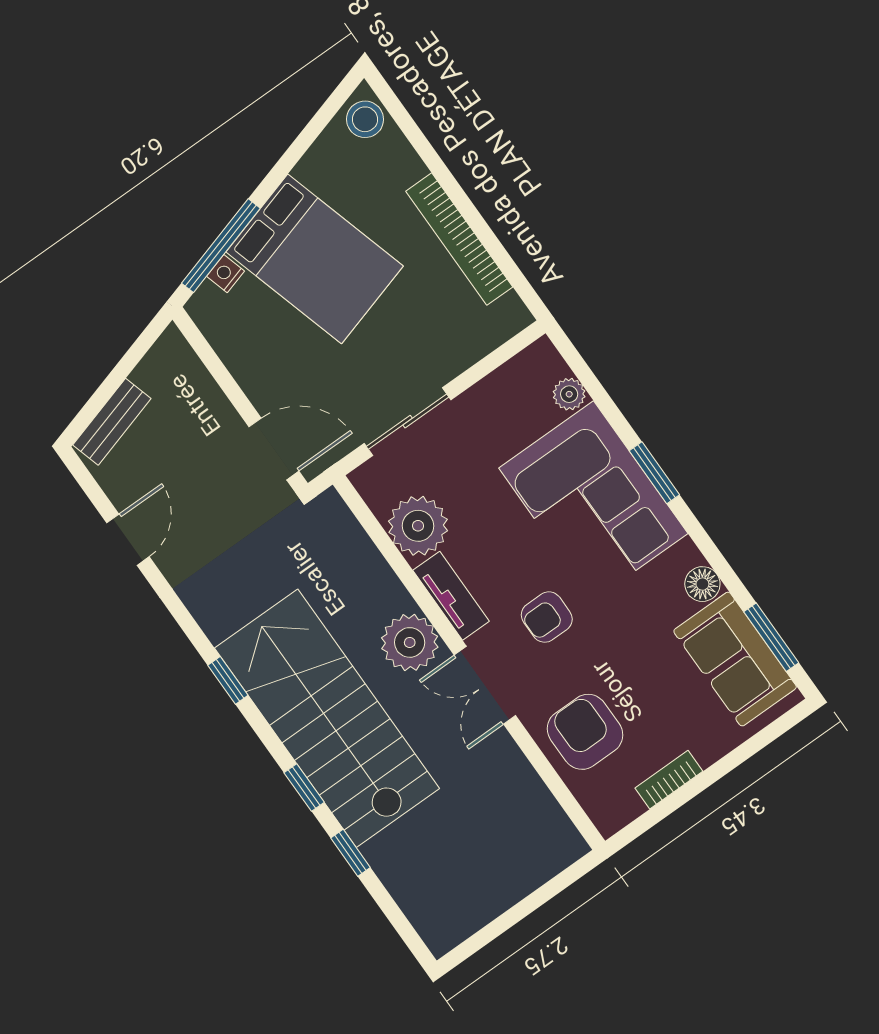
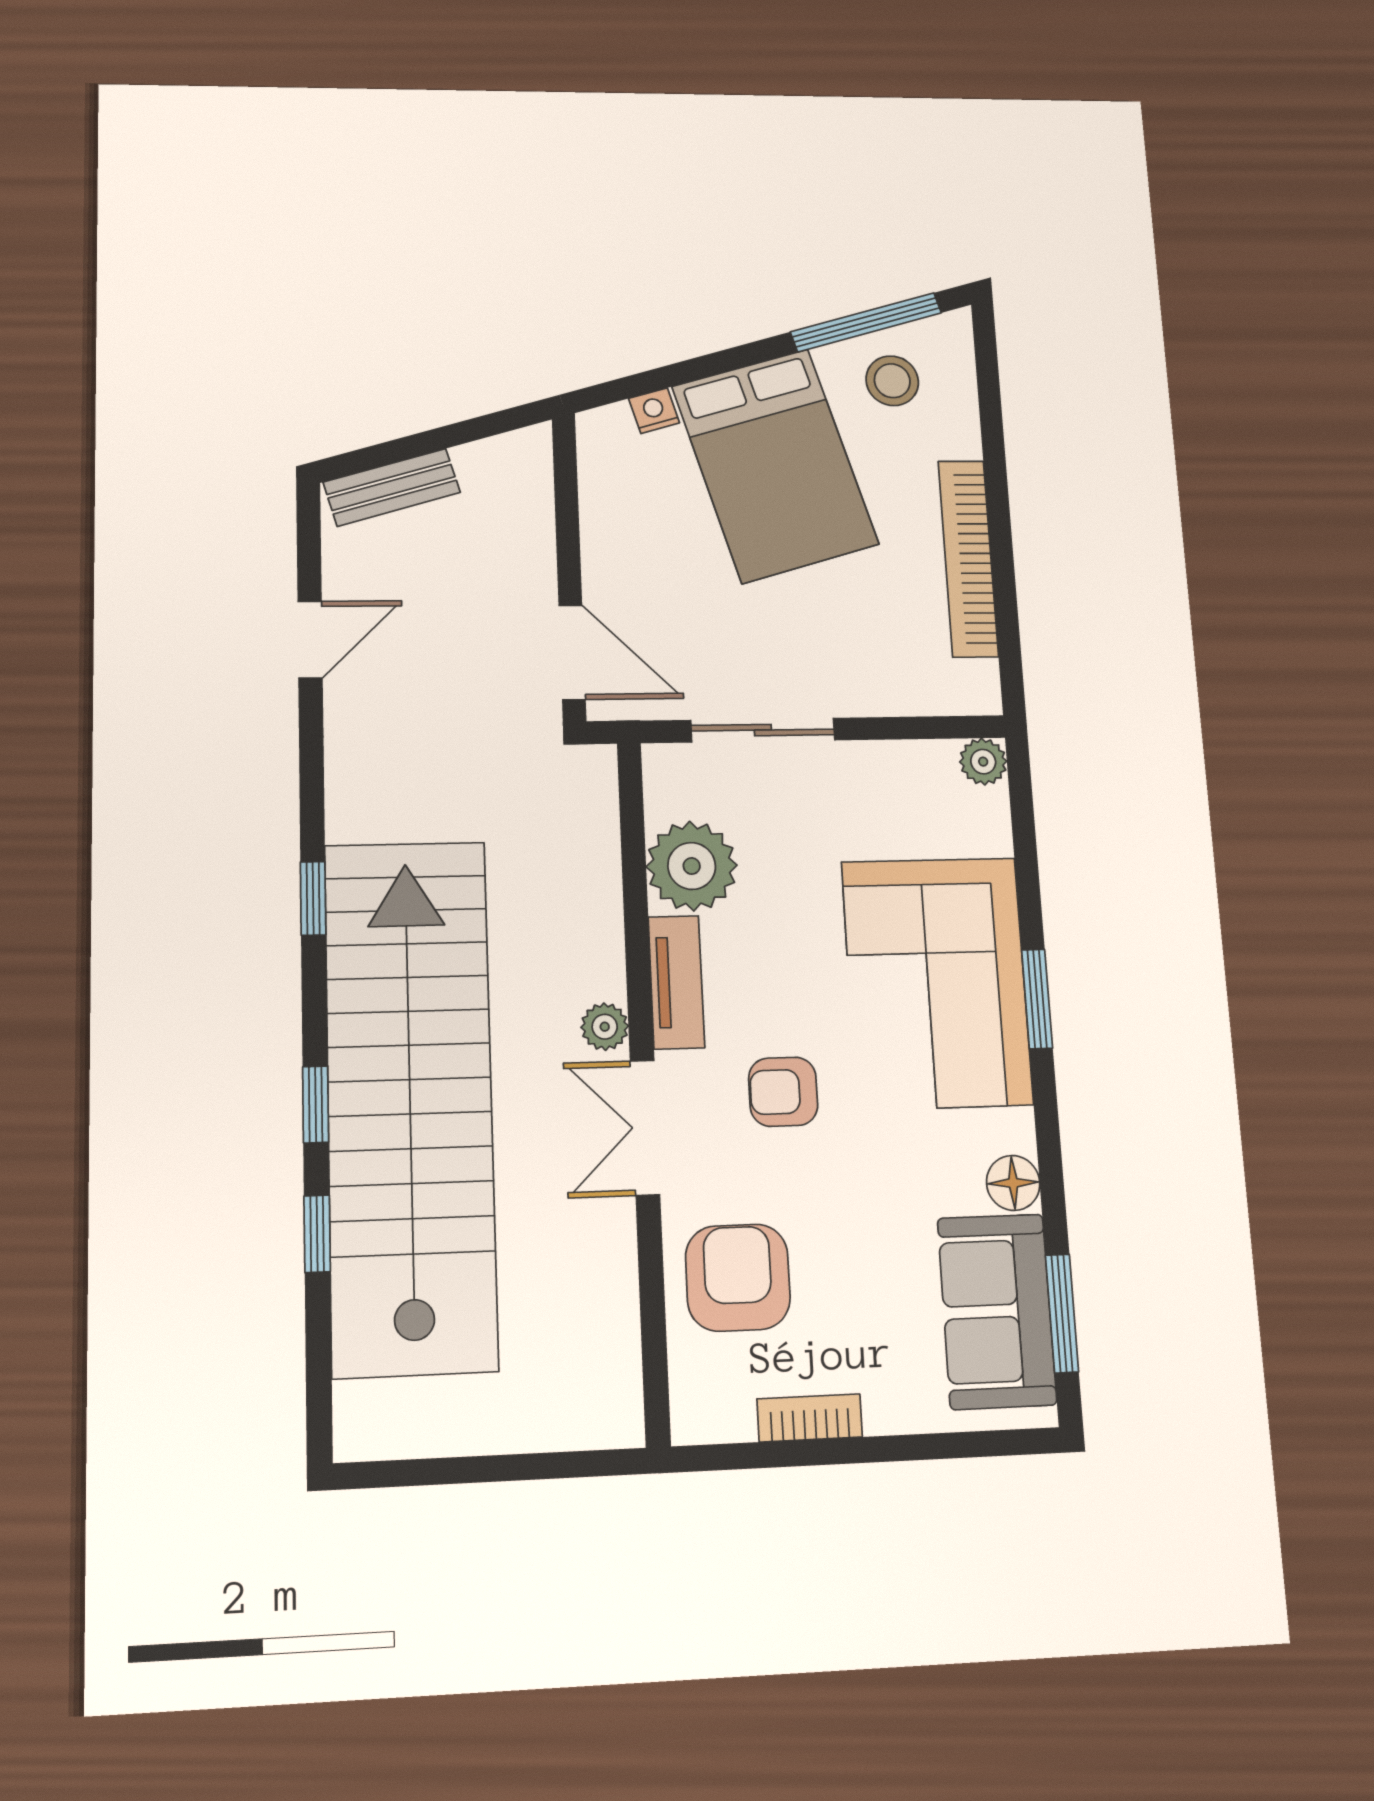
stool: (365, 119) -> (892, 381), moved
window: (221, 246) -> (866, 322), moved
plant: (569, 394) -> (983, 762), moved
plant: (410, 642) -> (605, 1027), width x0.53, depth x0.53
stairs: (327, 718) -> (410, 1103), width x1.36

